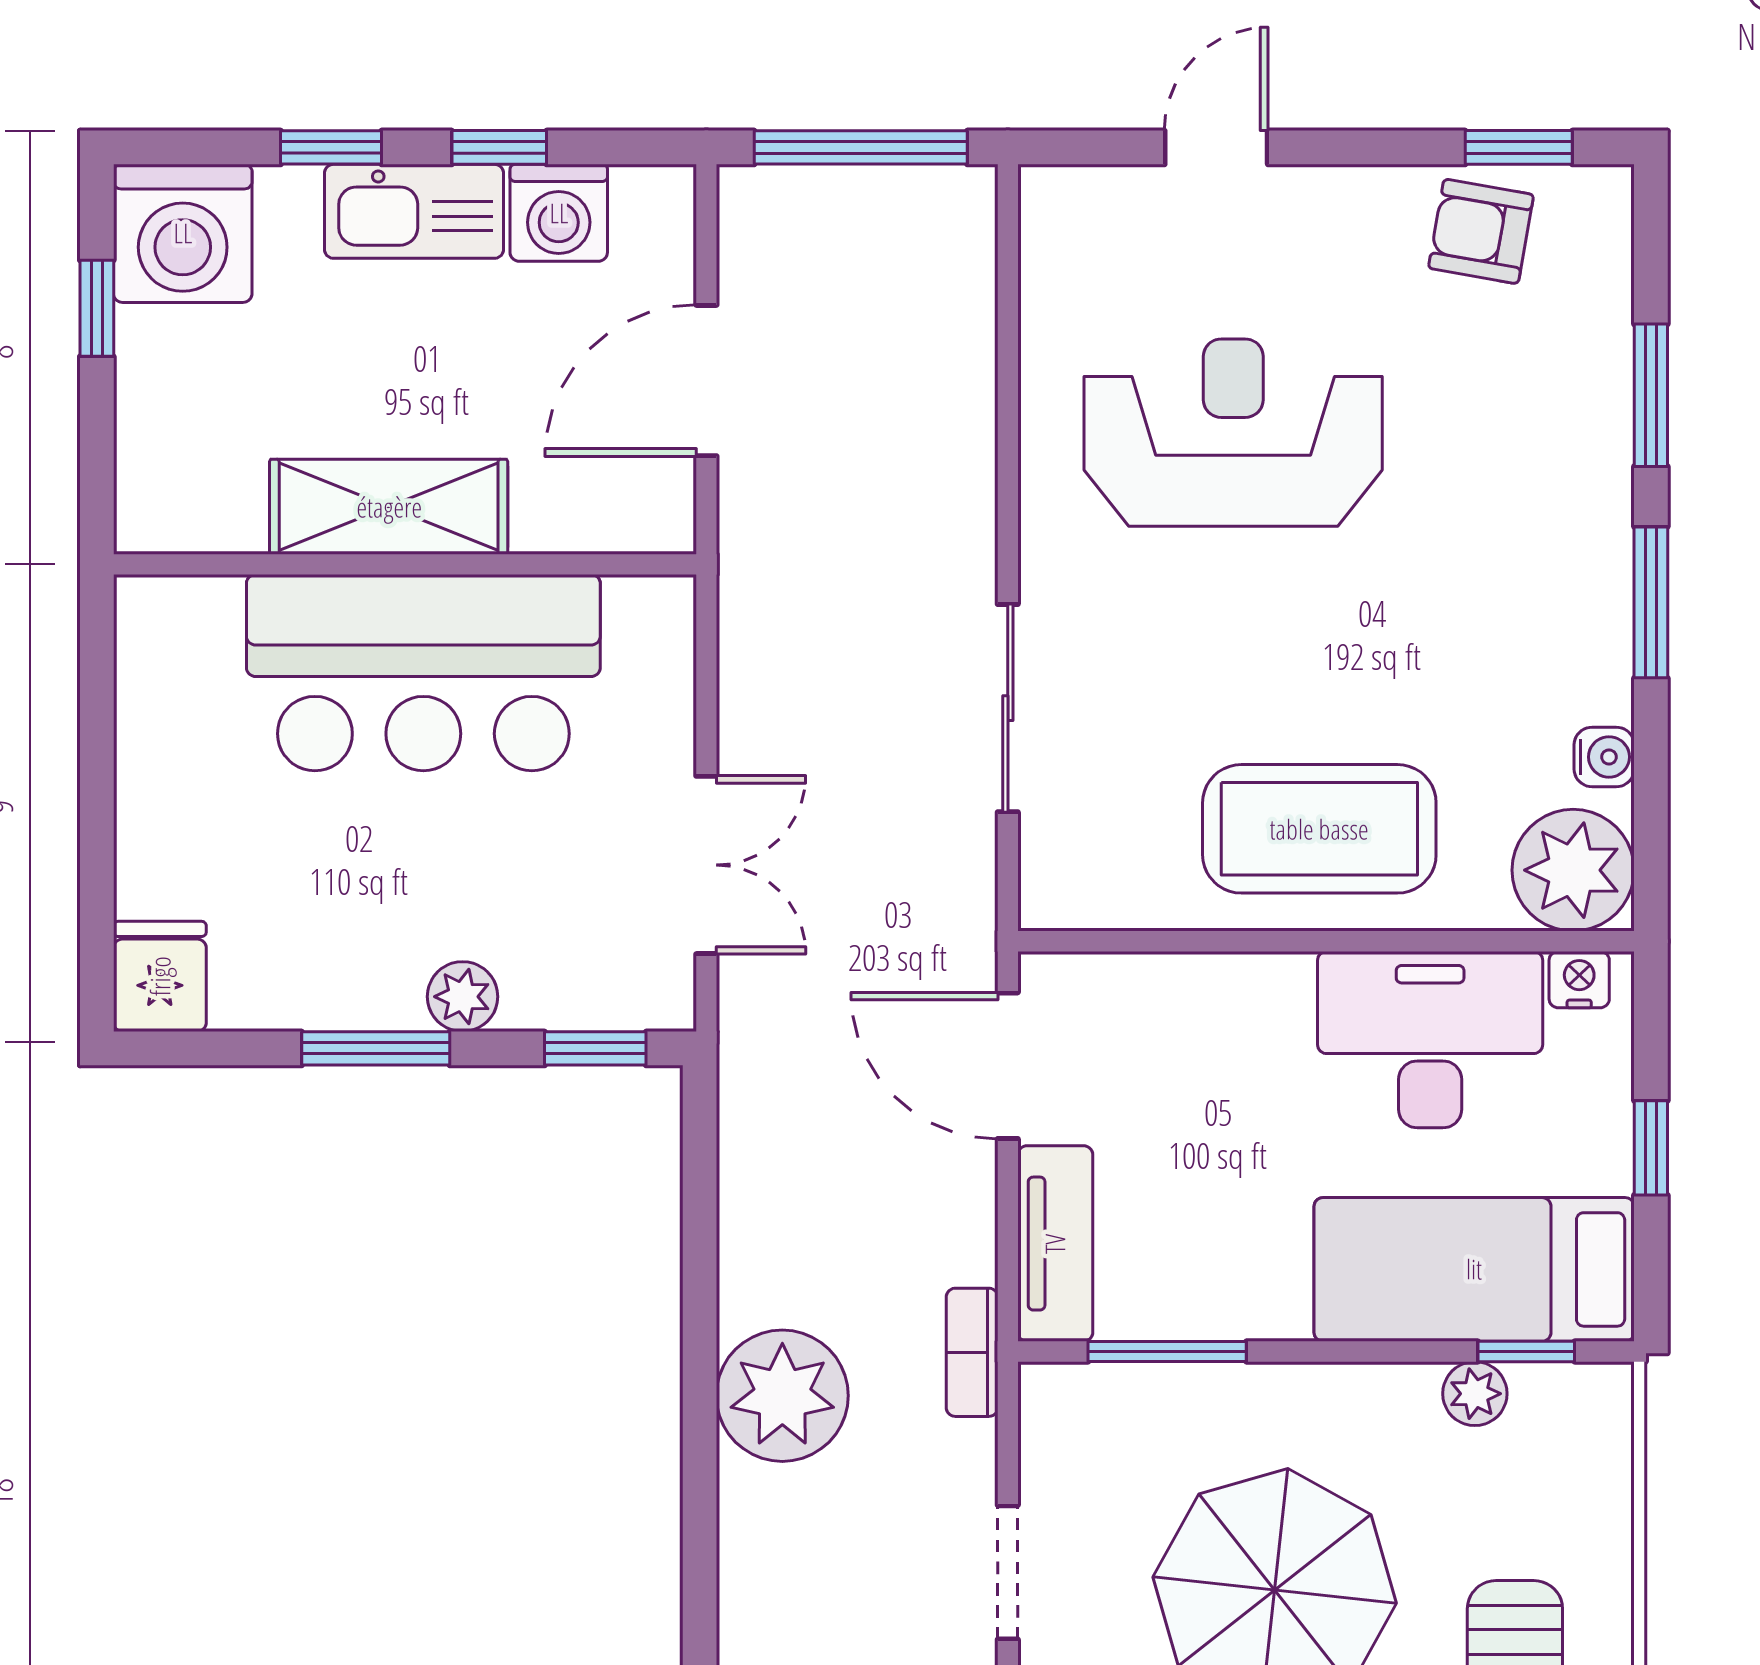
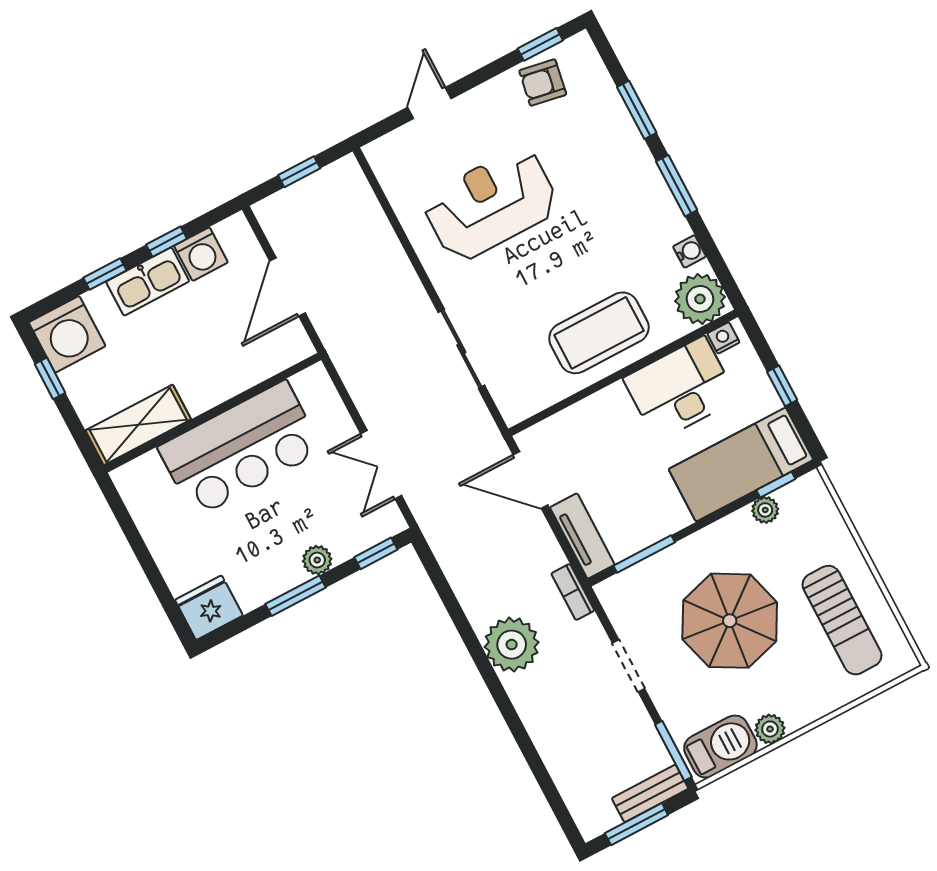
window: (861, 147) -> (299, 172), width x0.46
shelving: (389, 507) -> (138, 425), moved
double door: (706, 865) -> (381, 465), swing flipped
fridge: (160, 976) -> (209, 608), width x1.38

